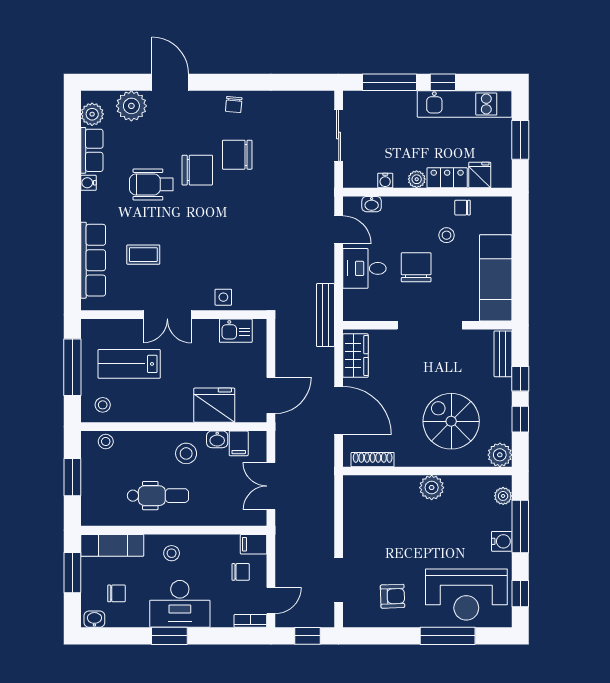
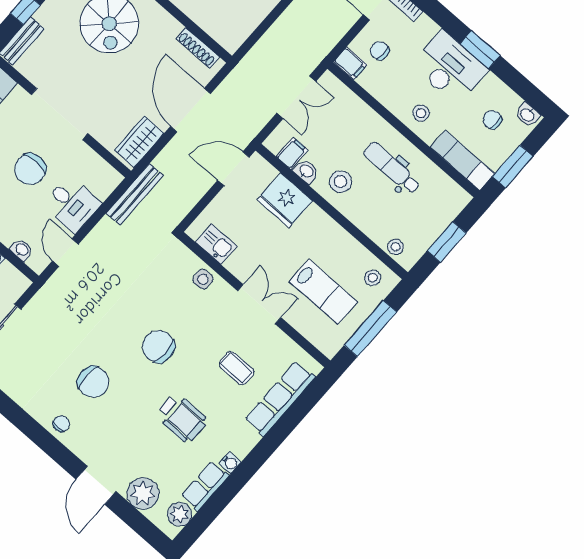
chair: (197, 170) -> (159, 346), moved

